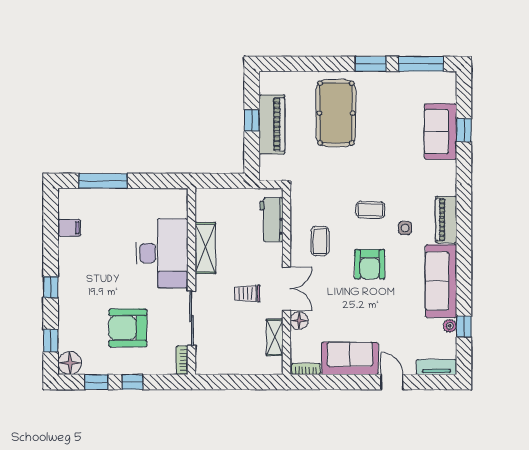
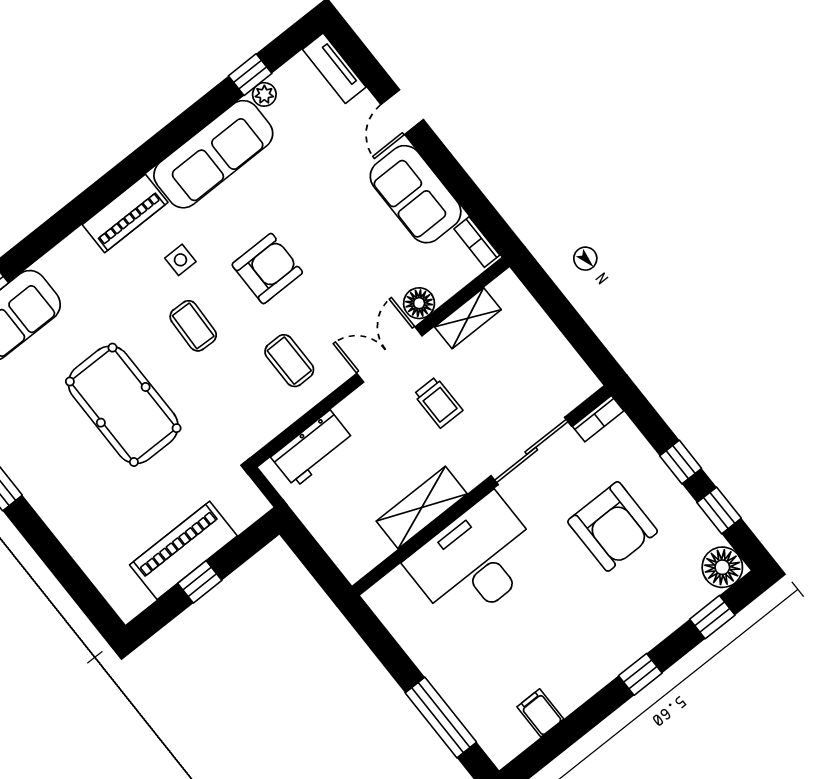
pool table: (336, 113) -> (123, 405), moved, turned 90
coffee table: (320, 241) -> (289, 361), turned 90

